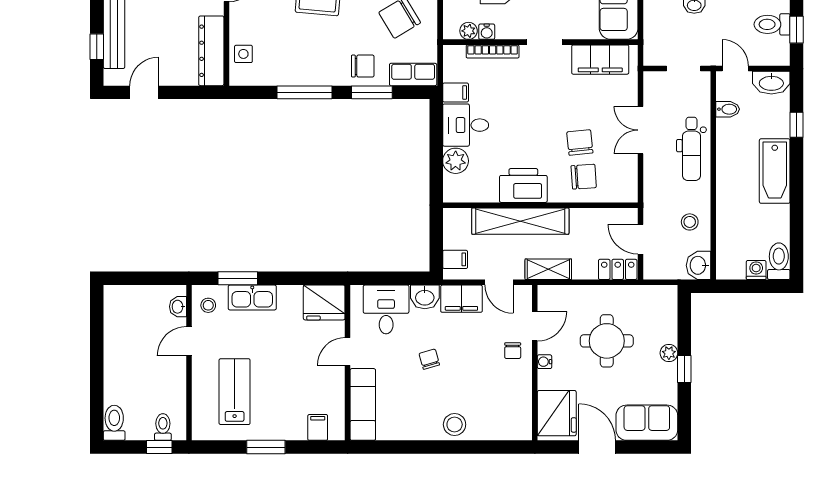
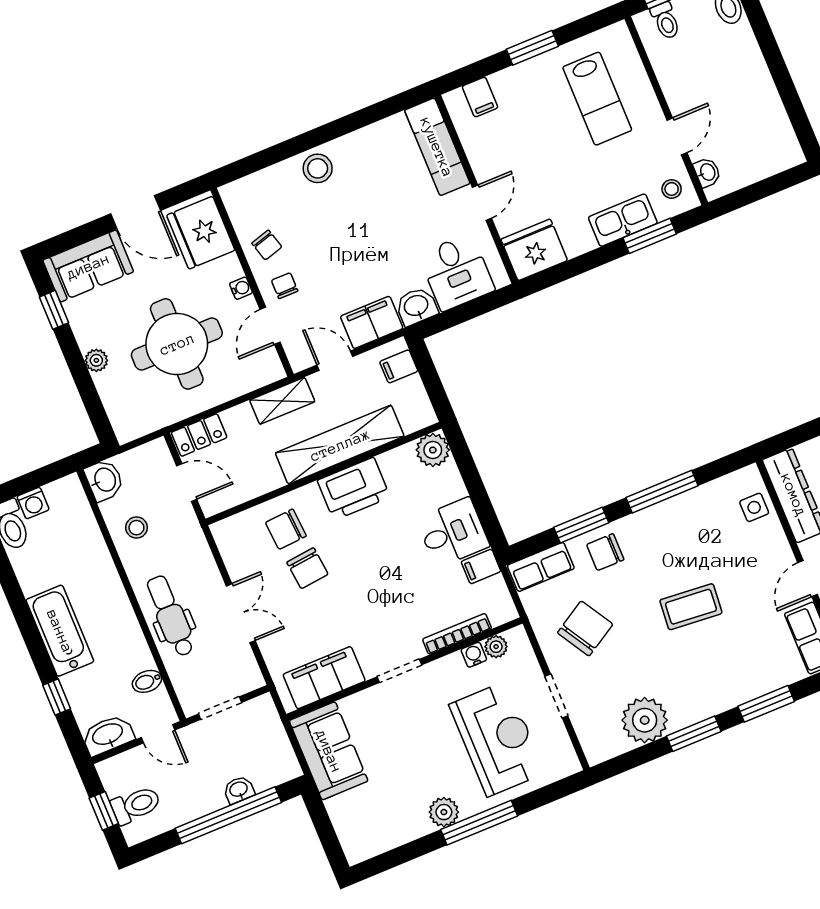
plant: (456, 161) -> (433, 450), moved
round table: (607, 341) -> (177, 344), width x1.36, depth x1.36
chair: (429, 359) -> (267, 245), moved
window: (684, 369) -> (54, 310), moved

